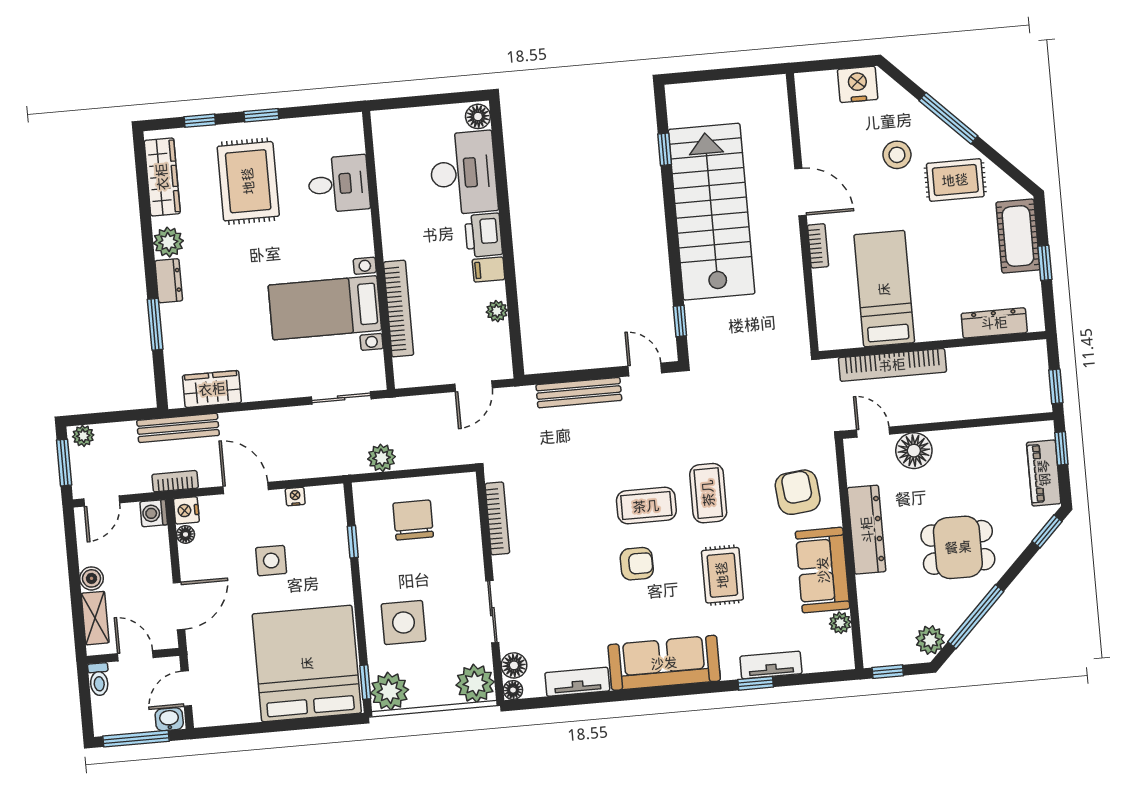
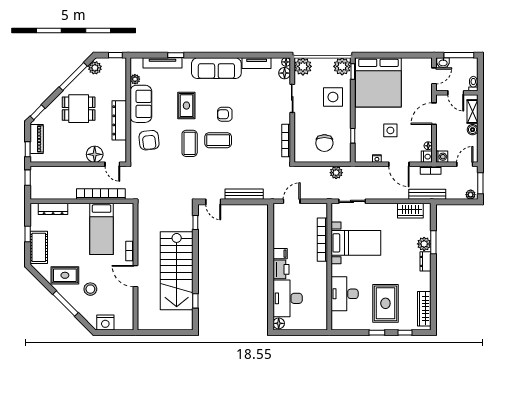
desk: (339, 184) -> (345, 294), width x1.37
plant: (168, 242) -> (424, 244), moved
plant: (497, 311) -> (278, 234), removed
tv unit: (771, 665) -> (162, 63), width x1.41

